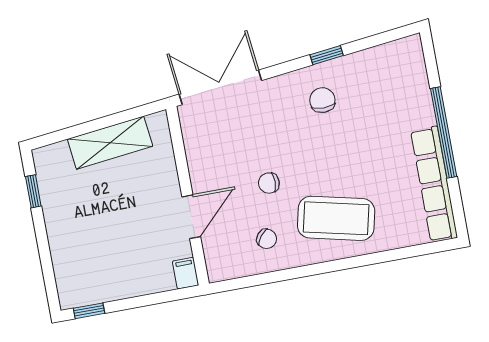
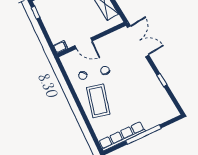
chair: (322, 100) -> (144, 83), removed

